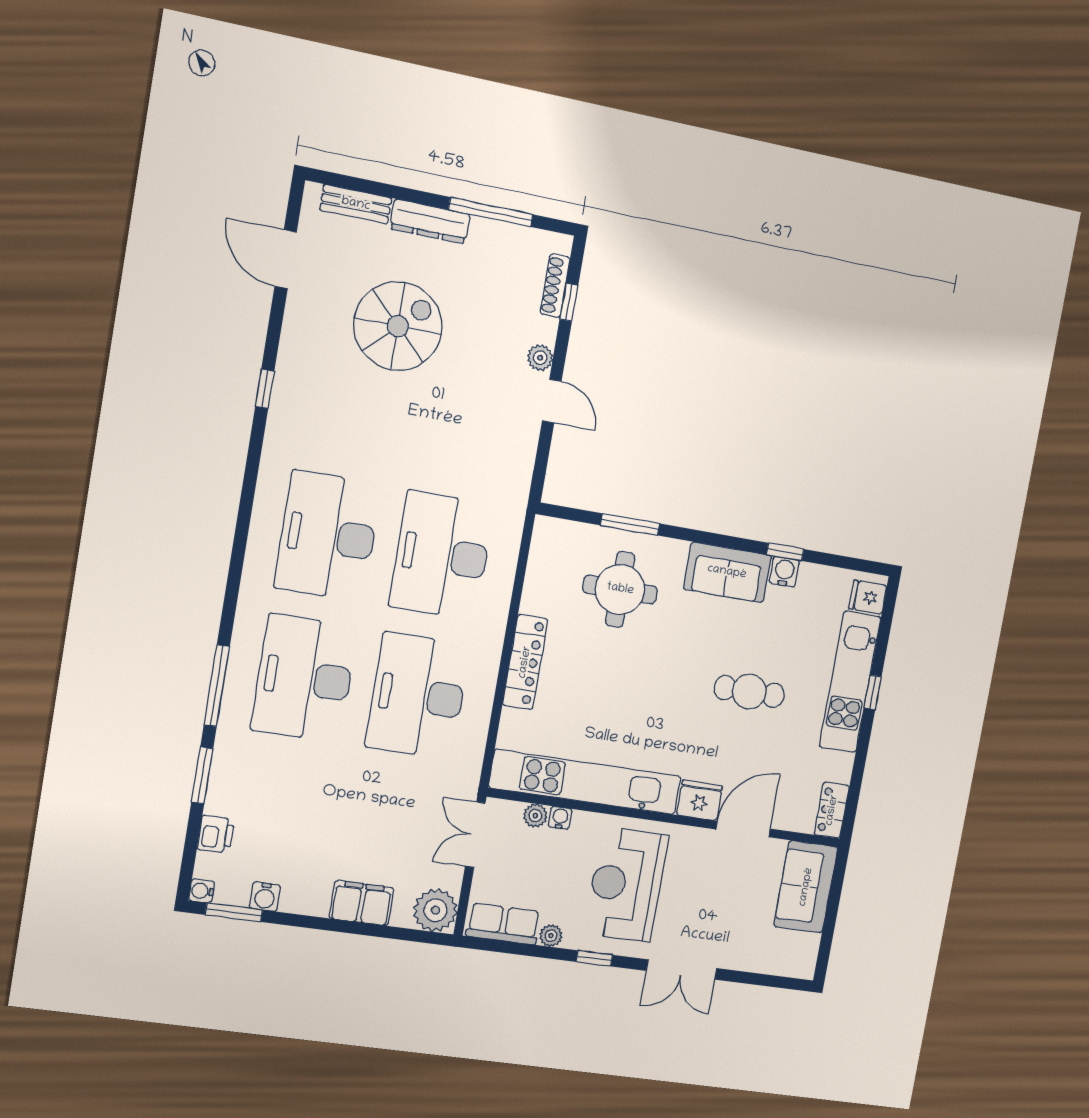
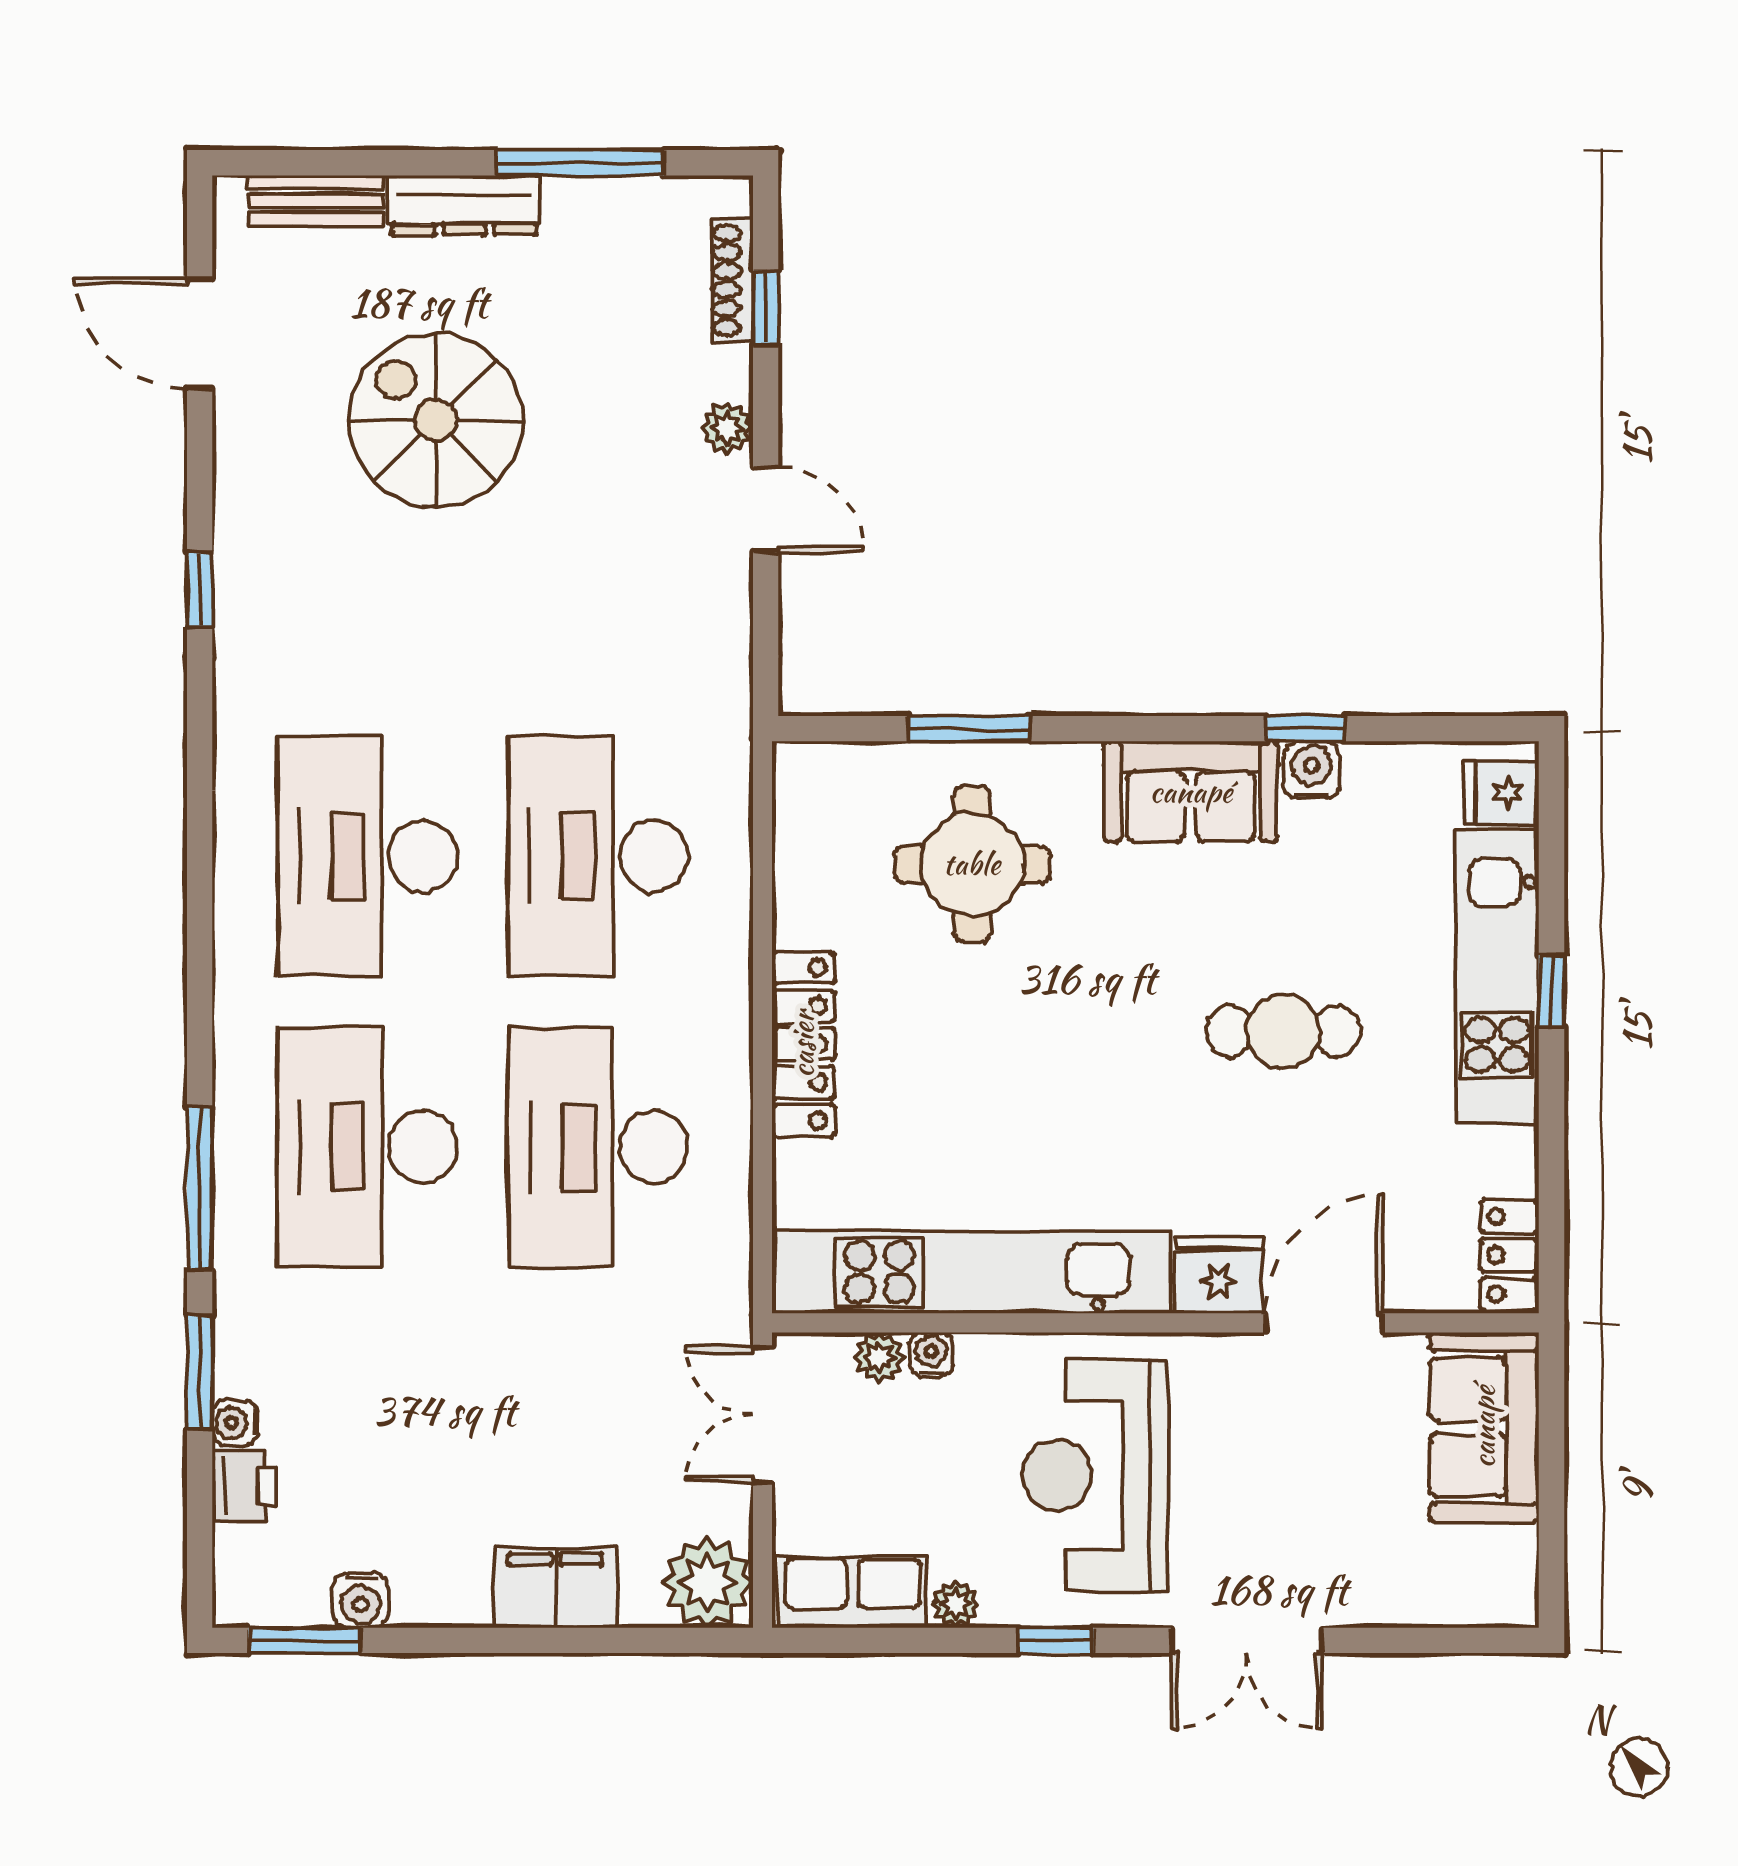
spiral stairs: (398, 326) -> (436, 420), turned -90
water cooler: (202, 891) -> (235, 1423), moved

